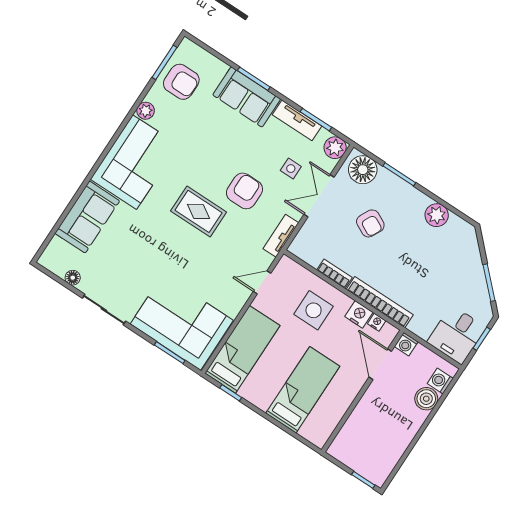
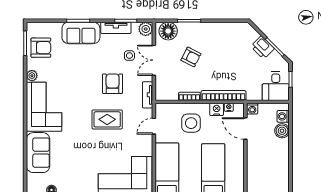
rug: (199, 211) -> (107, 119), moved
plant: (437, 215) -> (223, 29), removed
printer: (472, 273) -> (263, 47), added

